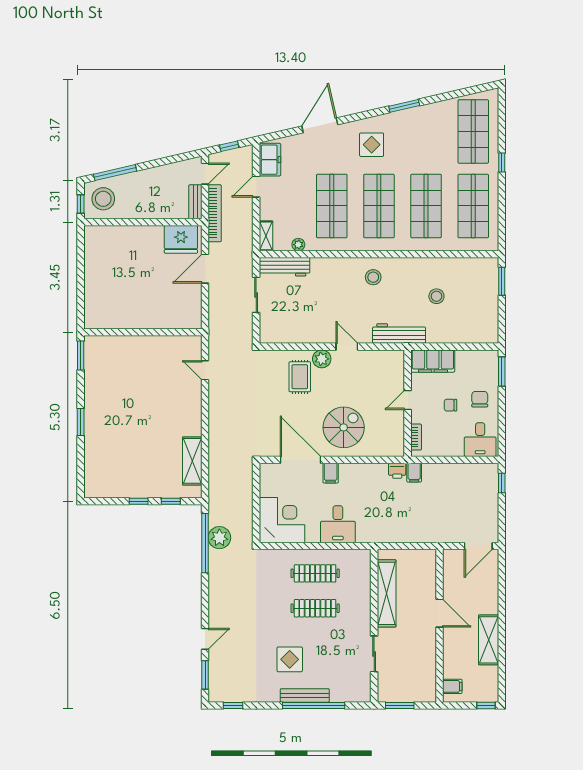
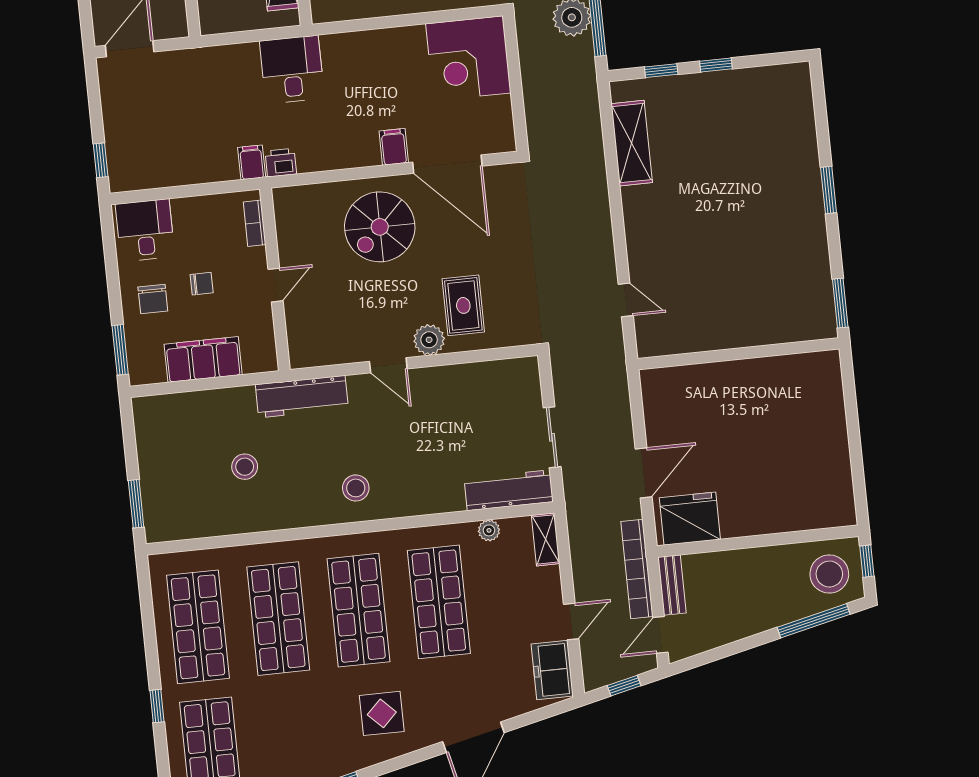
filing cabinet: (433, 361) -> (203, 359), moved
desk: (338, 524) -> (292, 69), moved

